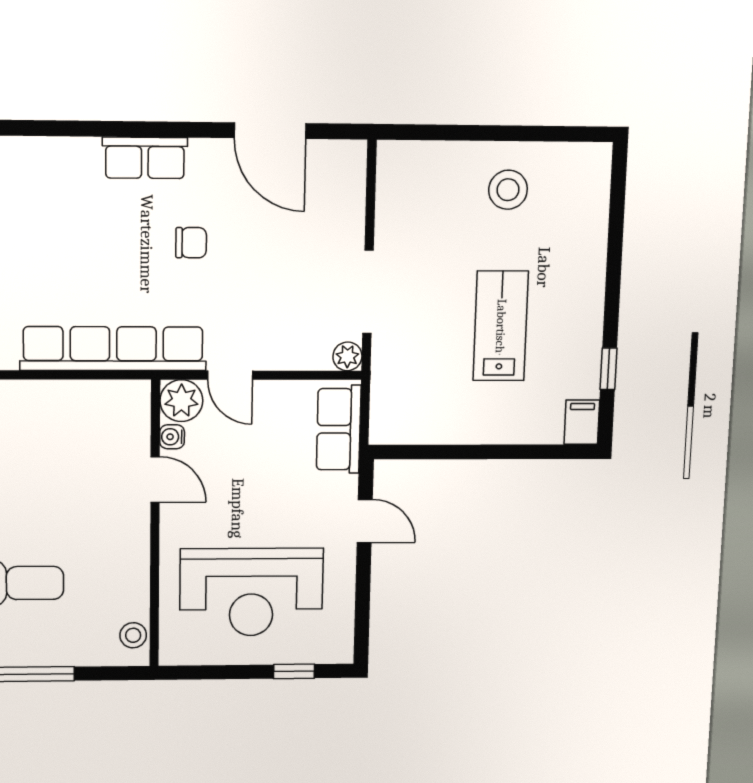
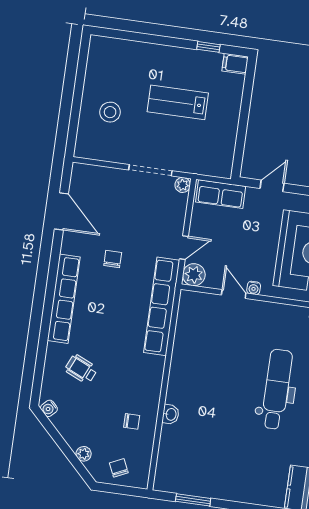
door: (270, 131) -> (61, 211), hinge flipped
row of seats: (145, 158) -> (64, 299), width x2.02
stool: (508, 190) -> (110, 112), moved
water cooler: (172, 437) -> (254, 288), moved
door: (155, 479) -> (234, 294), hinge flipped

